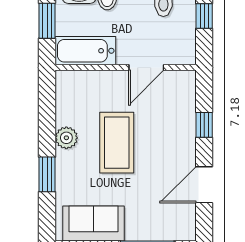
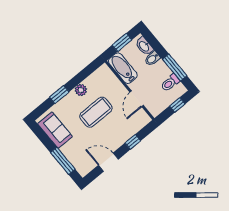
door: (146, 67) -> (137, 99), hinge flipped

